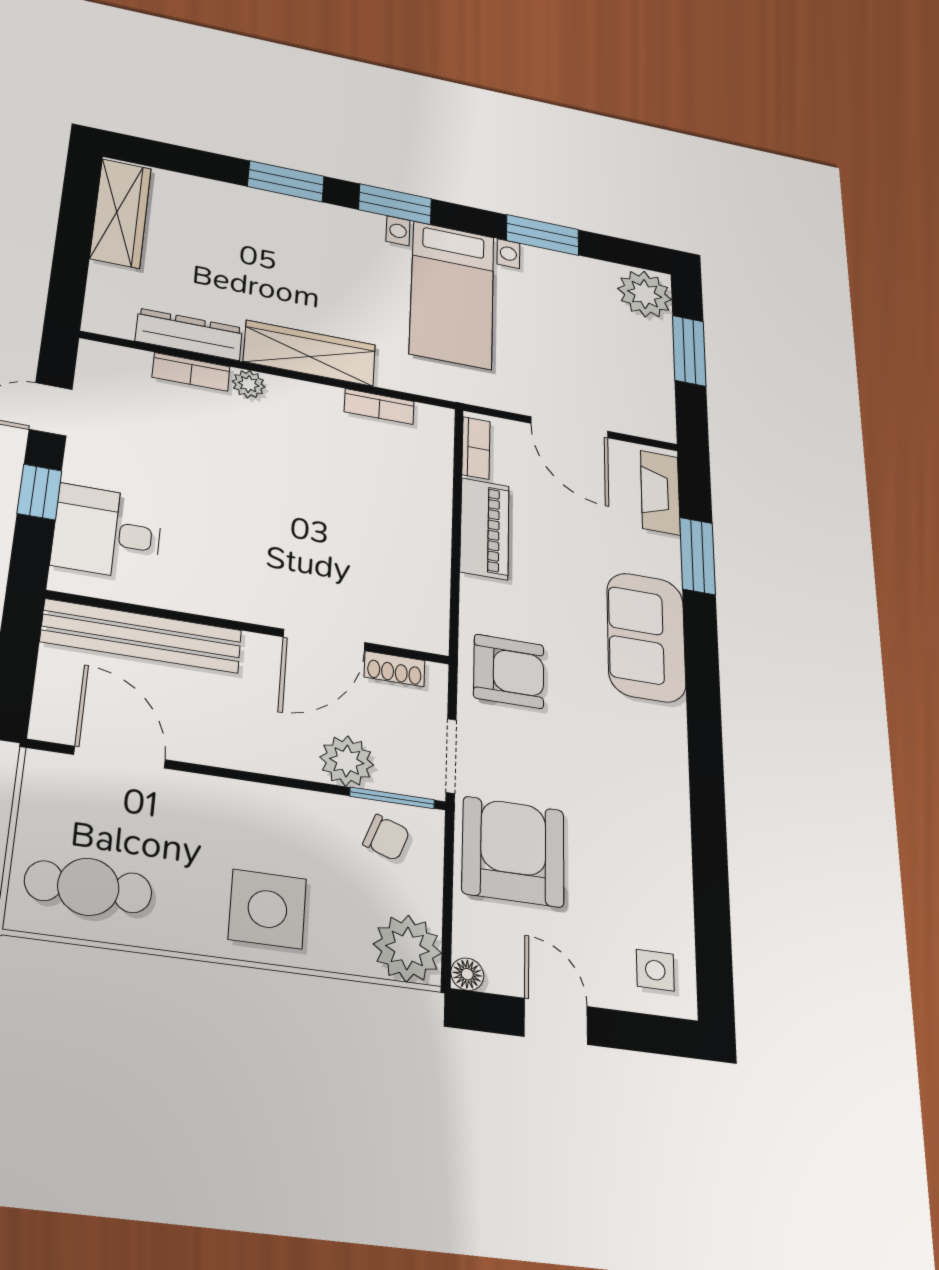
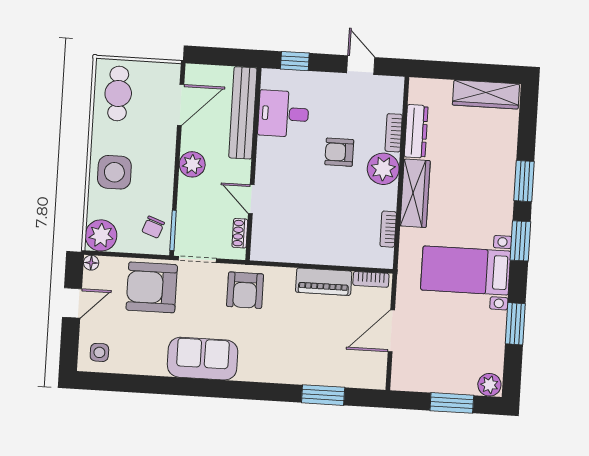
plant: (645, 294) -> (489, 385), width x0.73, depth x0.73
plant: (249, 384) -> (383, 169), width x1.88, depth x1.88
armchair: (228, 470) -> (339, 152), added
window: (39, 492) -> (295, 61), moved
fireplace: (660, 493) -> (358, 378), removed
desk: (107, 532) -> (283, 114), moved, turned -90
sofa: (646, 637) -> (203, 359), moved
door: (324, 640) -> (251, 199), width x0.73
plant: (347, 761) -> (192, 164), moved
armchair: (513, 852) -> (152, 287), turned 180

